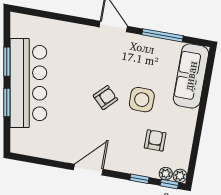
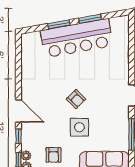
armchair: (155, 140) -> (54, 155), moved, turned 90
door: (88, 170) -> (18, 111), moved

